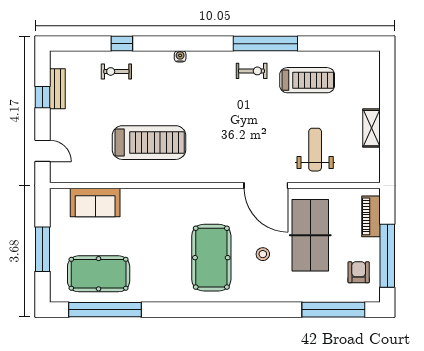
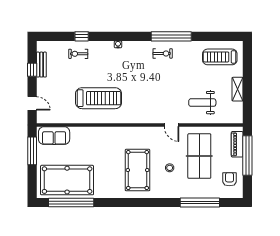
treadmill: (307, 80) -> (220, 57), moved, turned 180
weight bench: (315, 150) -> (202, 103), turned -90
door: (266, 186) -> (172, 125), width x0.53
sofa: (95, 203) -> (54, 136), moved
window: (43, 249) -> (32, 151), moved
window: (387, 256) -> (247, 155), moved
pool table: (99, 274) -> (67, 180), width x1.36, depth x1.32
window: (333, 310) -> (200, 203), moved

